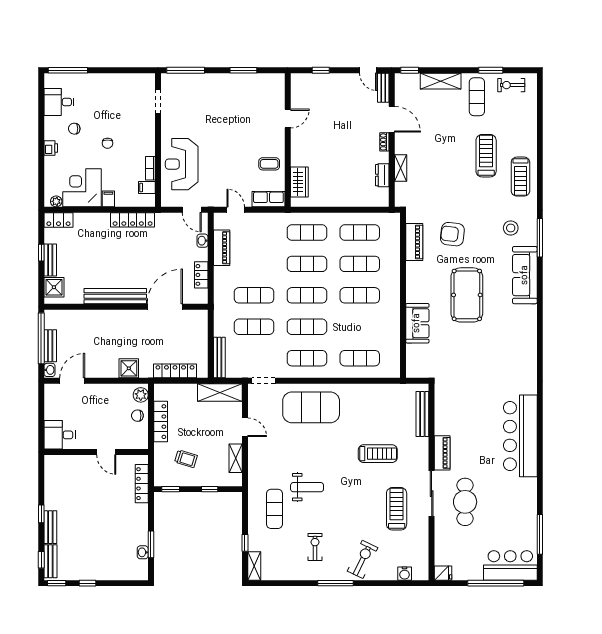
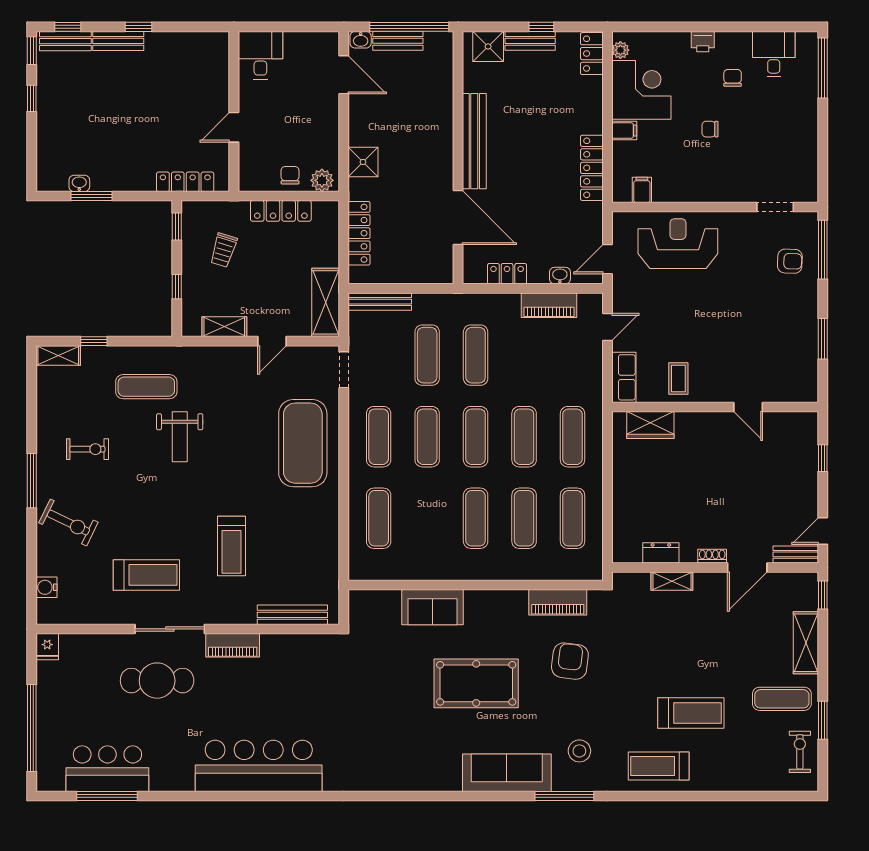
armchair: (193, 92) -> (790, 261), added
bookcase: (150, 168) -> (672, 195), removed
bar counter: (510, 565) -> (107, 769), moved, turned -90

